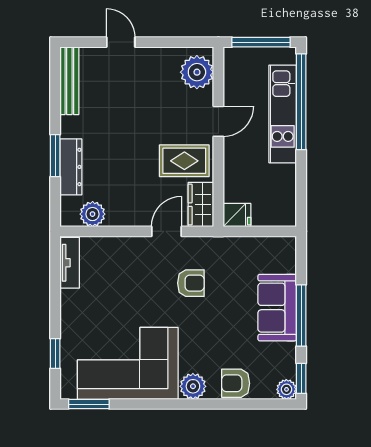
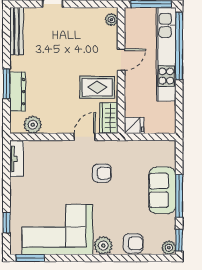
plant: (197, 72) -> (112, 20), width x0.53, depth x0.53
kitchen unit: (283, 114) -> (166, 54), width x1.36
armchair: (236, 383) -> (133, 243), turned 180

